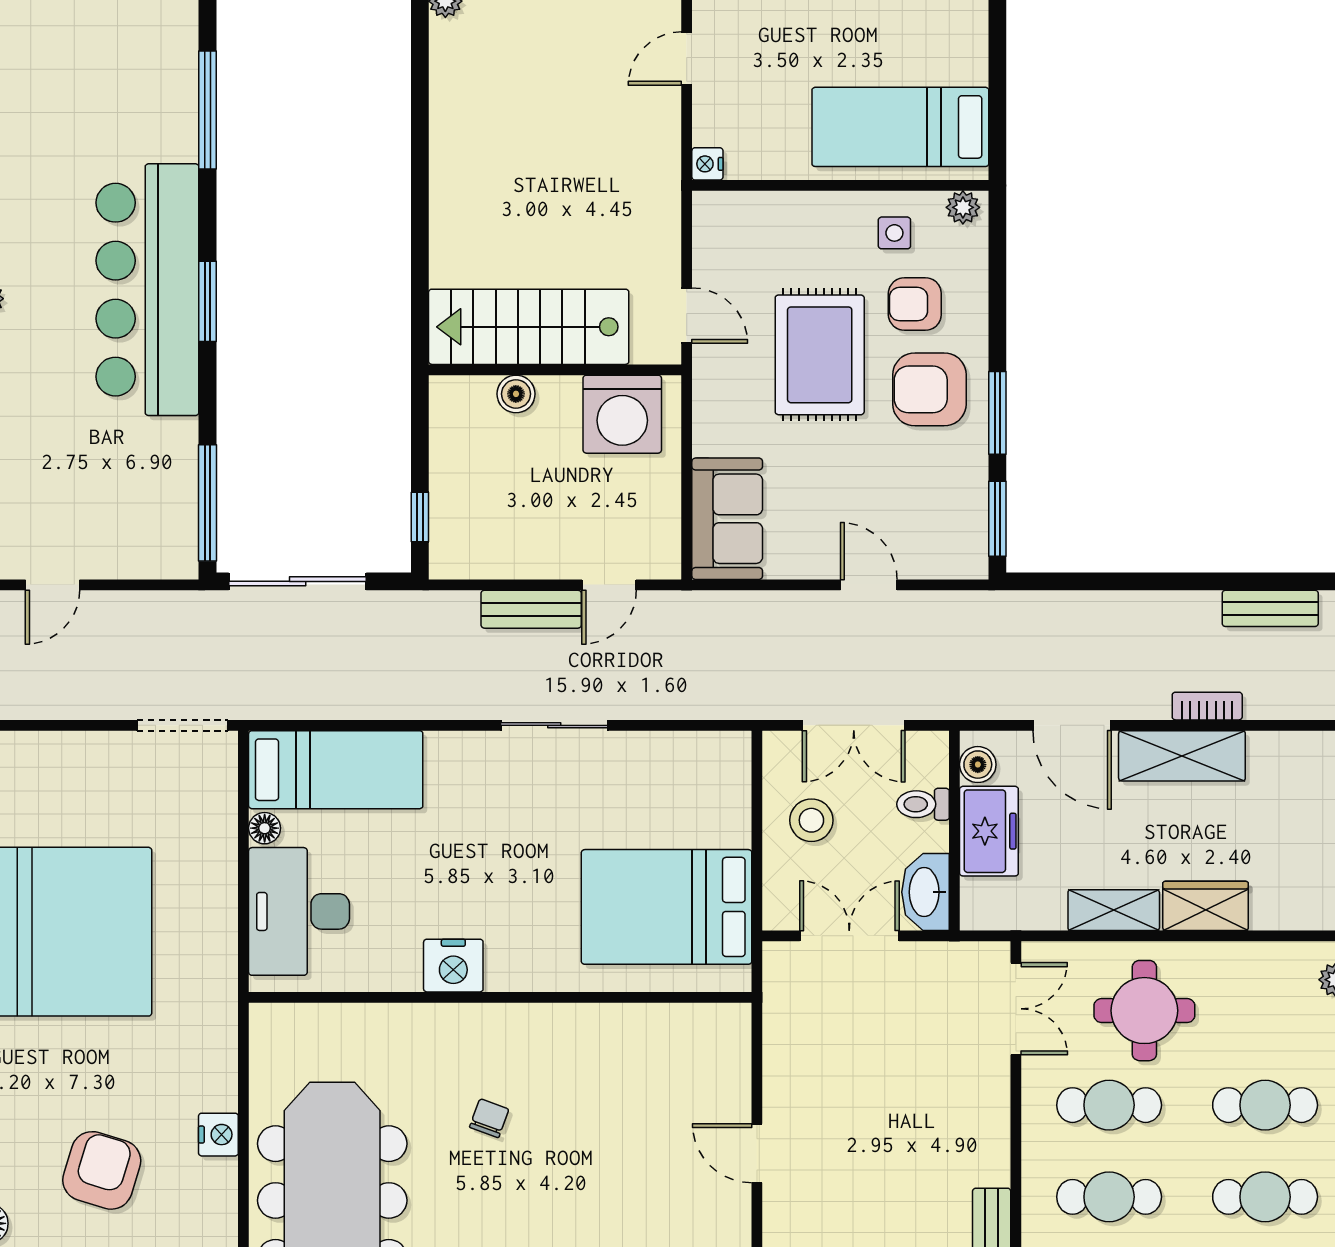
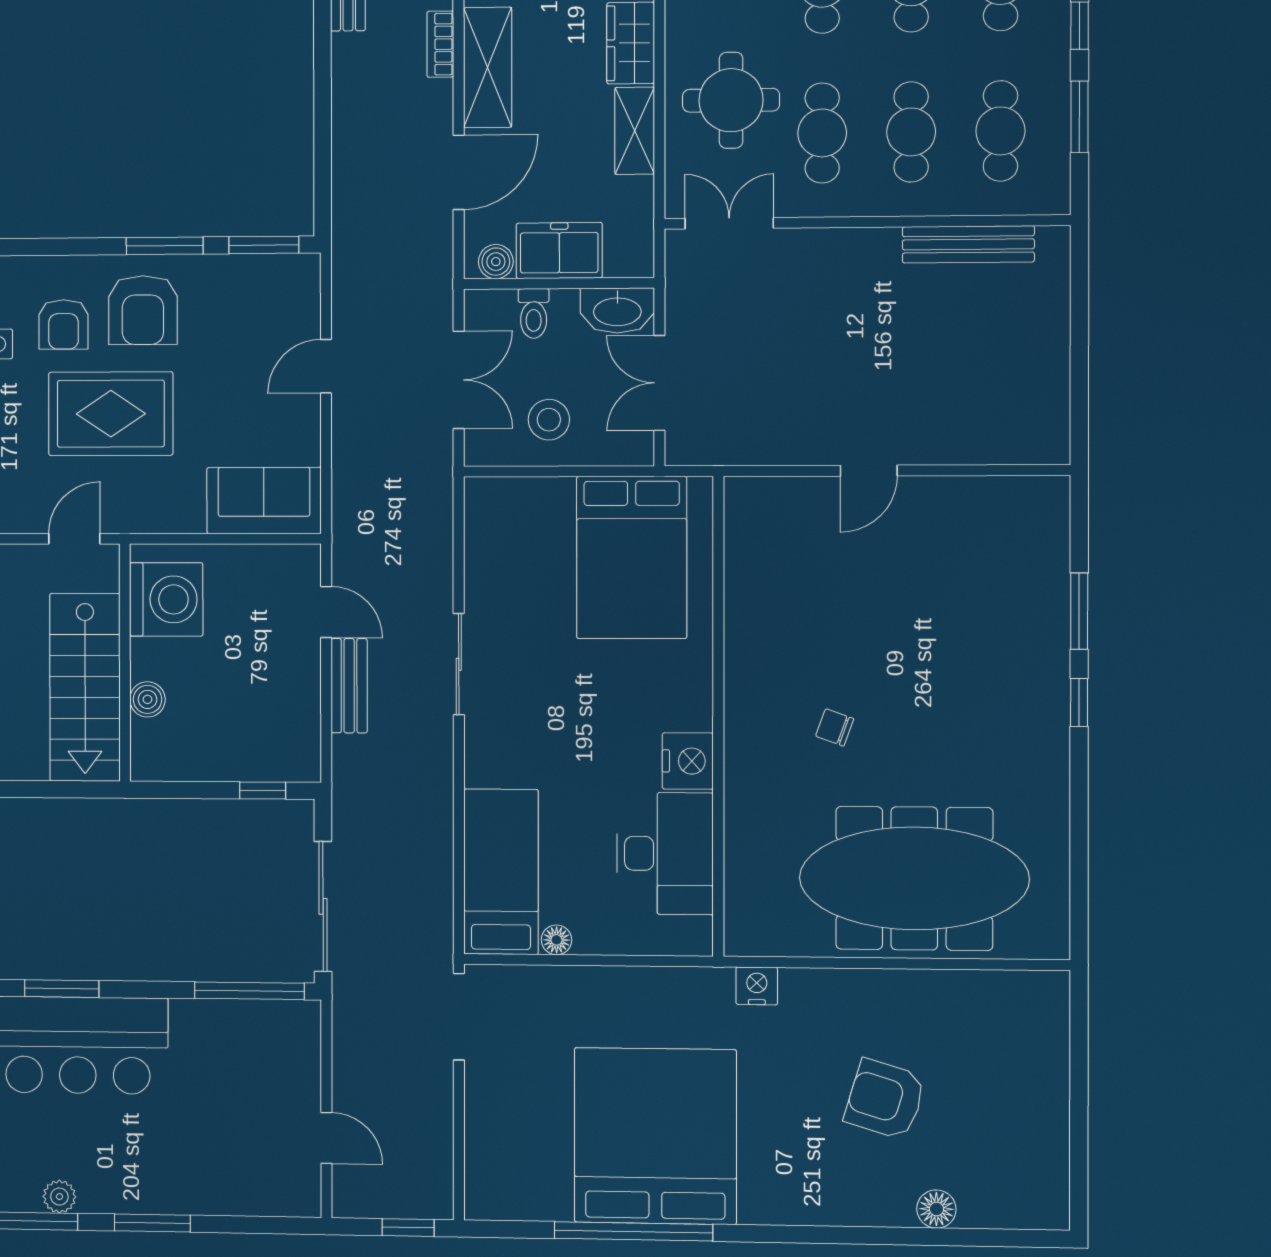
desk: (299, 911) -> (665, 854), moved, turned -90
nightstand: (218, 1135) -> (757, 986), moved

